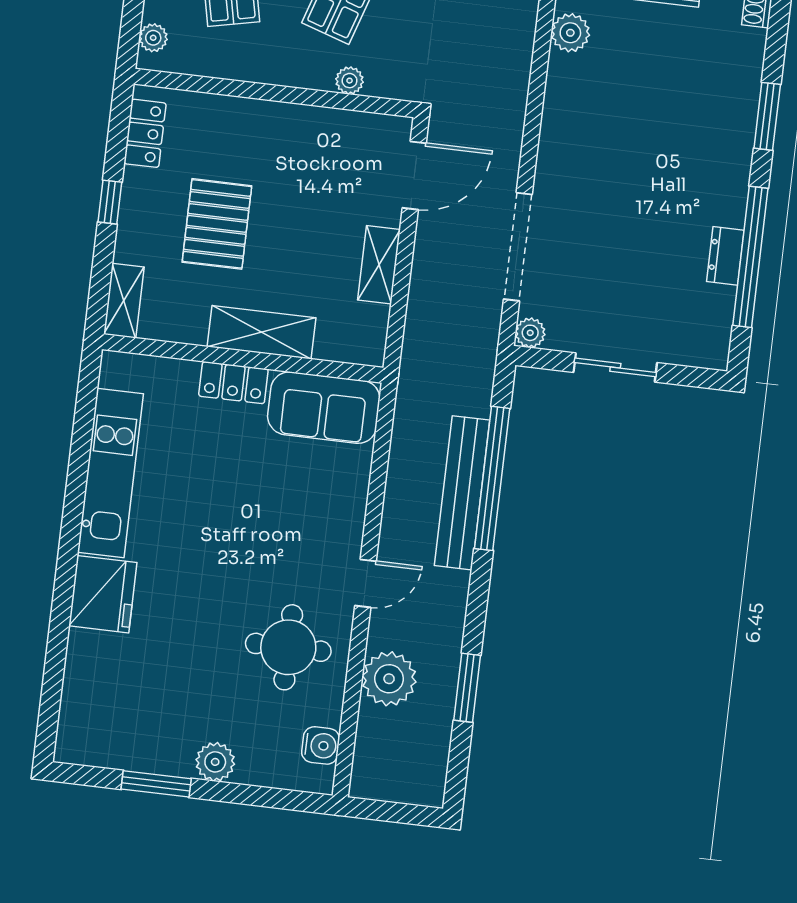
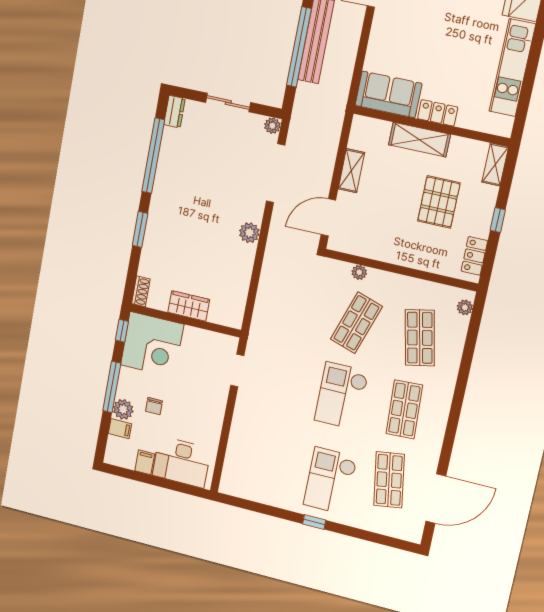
plant: (570, 33) -> (249, 233), moved
dresser: (725, 256) -> (174, 112), moved

